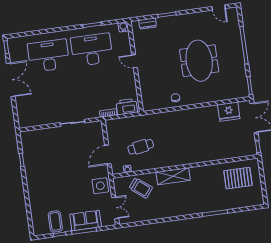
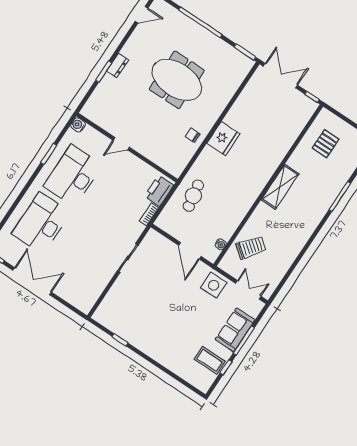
dresser: (148, 24) -> (118, 65), moved
fridge: (229, 112) -> (223, 139), moved
cafe table: (141, 147) -> (193, 196), moved
shelving: (173, 176) -> (280, 187), moved
pallet: (238, 178) -> (326, 144), width x0.67, depth x0.71

